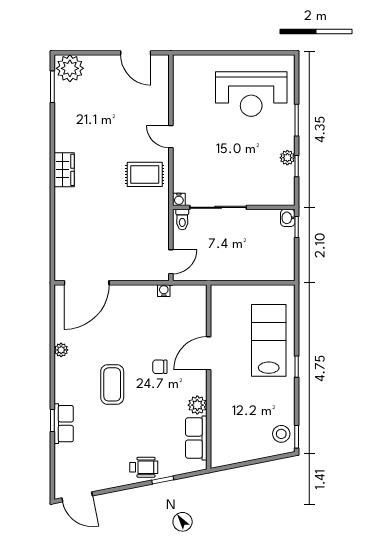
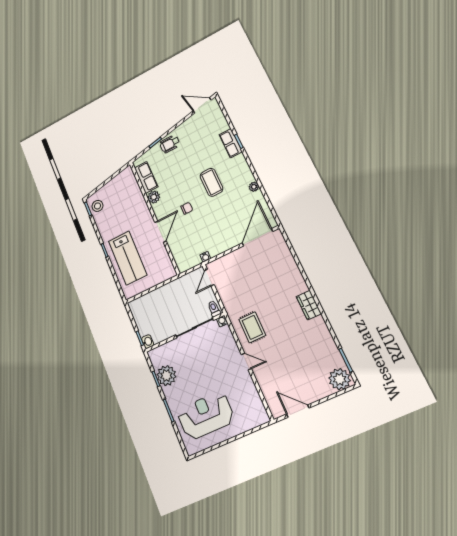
plant: (287, 158) -> (166, 376), width x1.87, depth x1.87
rug: (145, 174) -> (252, 327), turned 90

